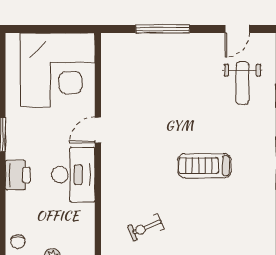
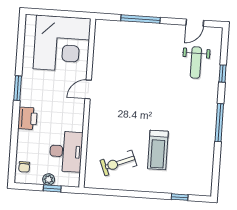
treadmill: (204, 166) -> (158, 150), moved, turned -90
desk: (73, 175) -> (66, 151), moved
exercise bike: (146, 227) -> (118, 163), width x1.38, depth x1.39

